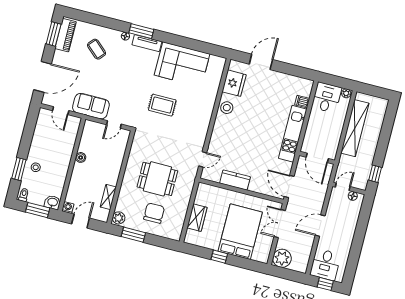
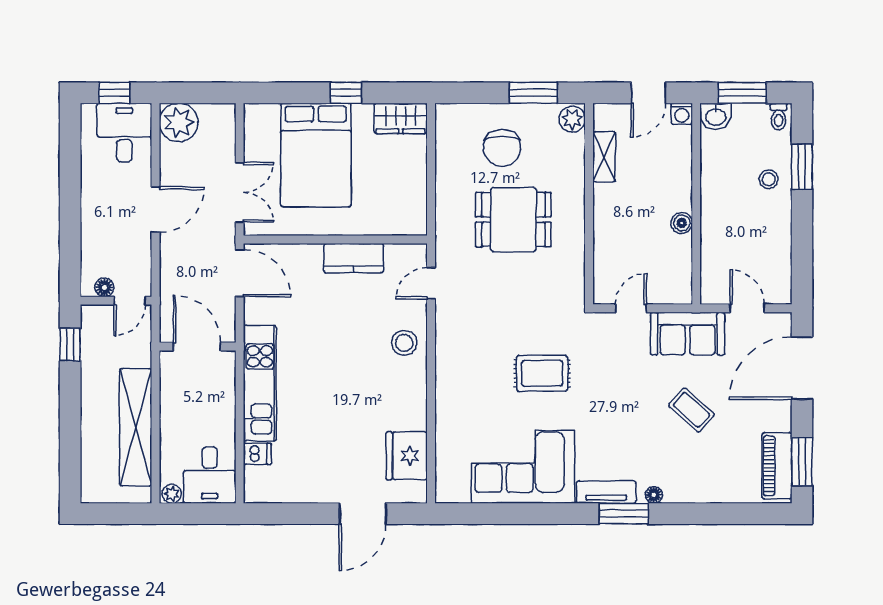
coffee table: (97, 49) -> (692, 410), moved
stool: (227, 108) -> (404, 343), moved
wardrobe: (197, 218) -> (401, 118), moved, turned -90
plant: (282, 258) -> (179, 122), moved

